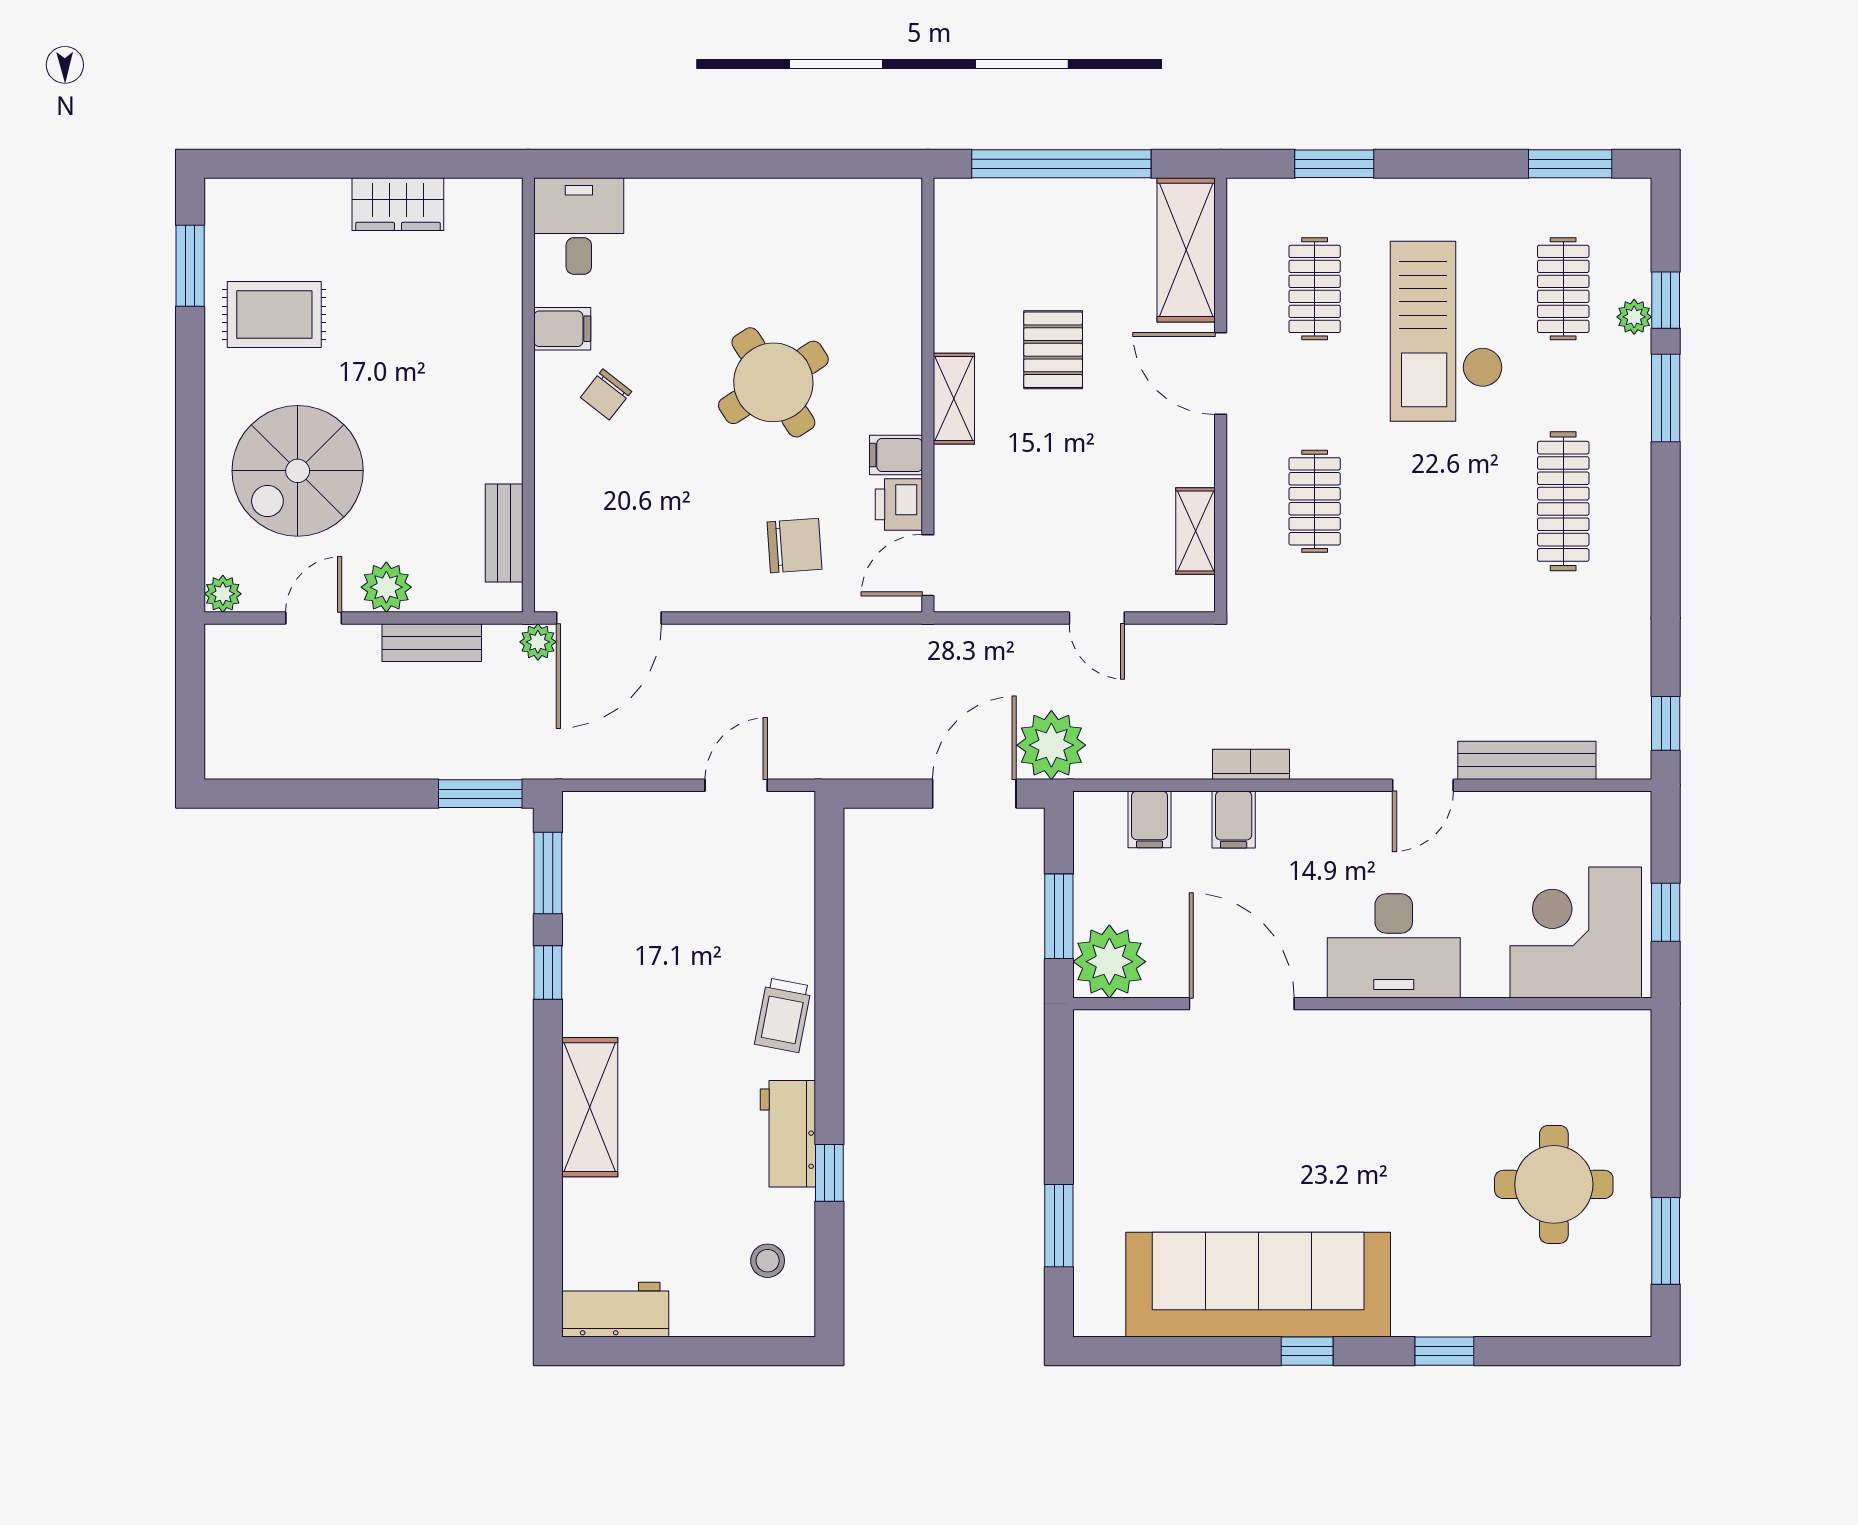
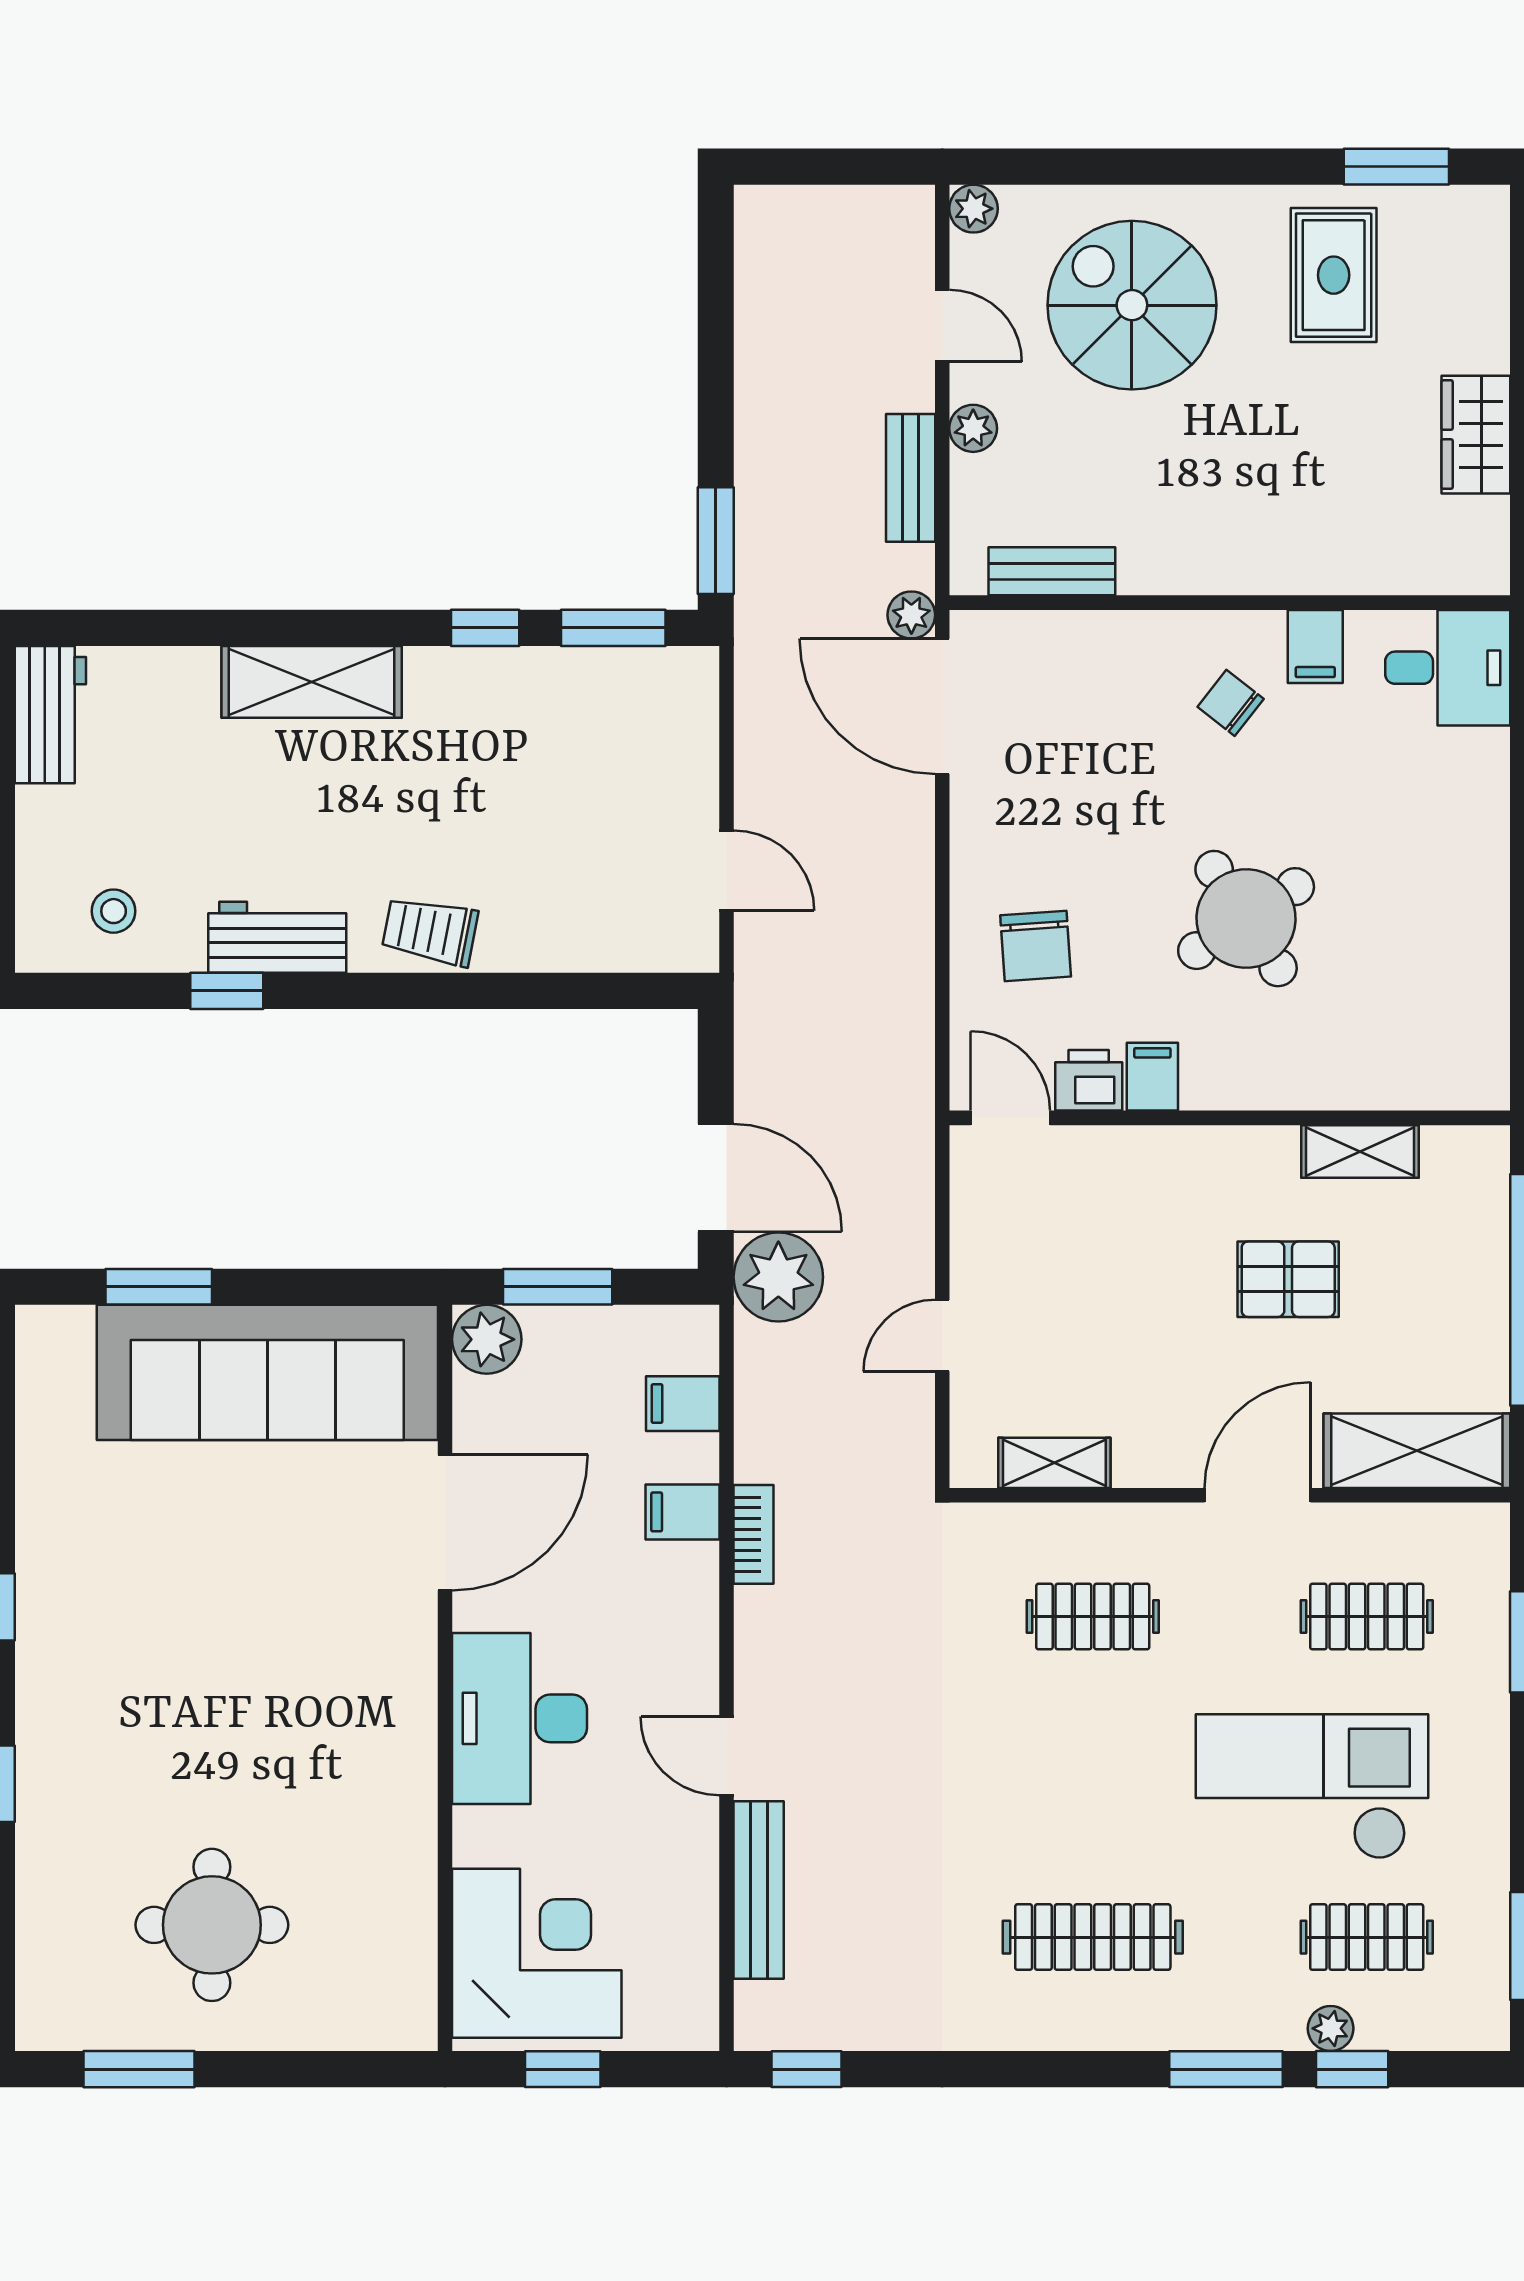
shelving: (954, 399) -> (1360, 1151), moved
plant: (386, 587) -> (973, 428), width x0.73, depth x0.73
plant: (1109, 962) -> (487, 1339), width x0.73, depth x0.73
sofa: (1258, 1285) -> (267, 1372), moved, turned 90

